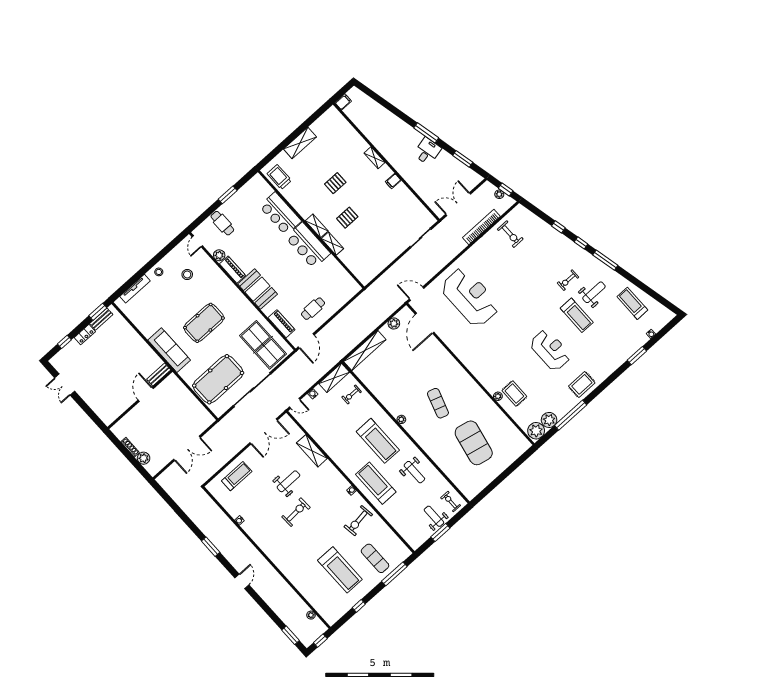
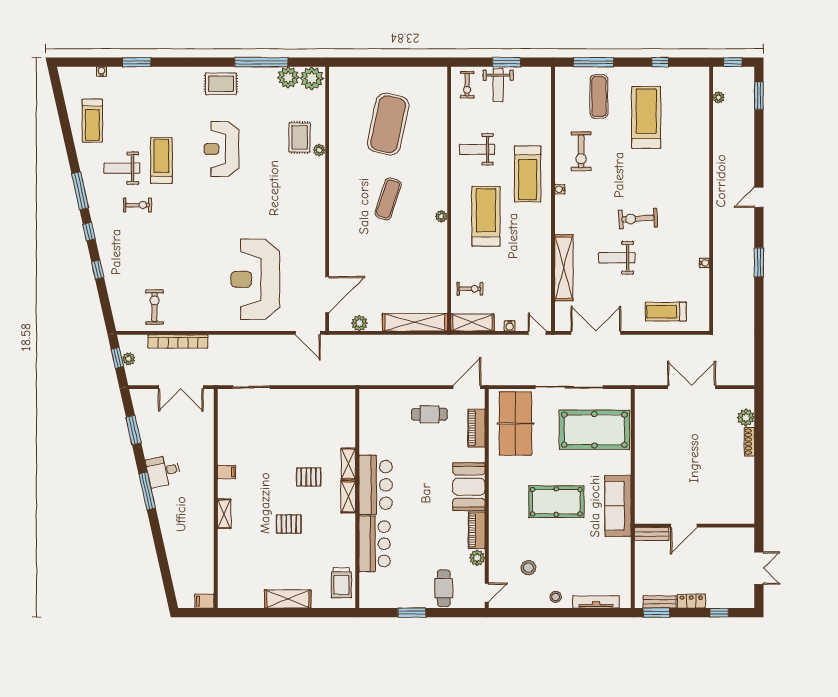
bench: (159, 374) -> (652, 534), moved
door: (146, 394) -> (684, 526), moved
wall: (140, 399) -> (695, 526), moved
shelving: (312, 451) -> (564, 268), width x1.47
weight bench: (414, 472) -> (477, 149), turned -90
exercise bike: (358, 521) -> (581, 151), turned 98

